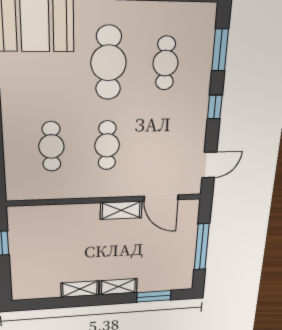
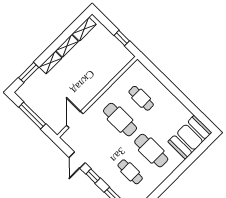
cafe table: (107, 145) -> (120, 120), width x1.37, depth x1.35
door: (209, 165) -> (77, 160), moved
door: (161, 198) -> (75, 120), hinge flipped
shelving: (121, 210) -> (84, 29), moved

